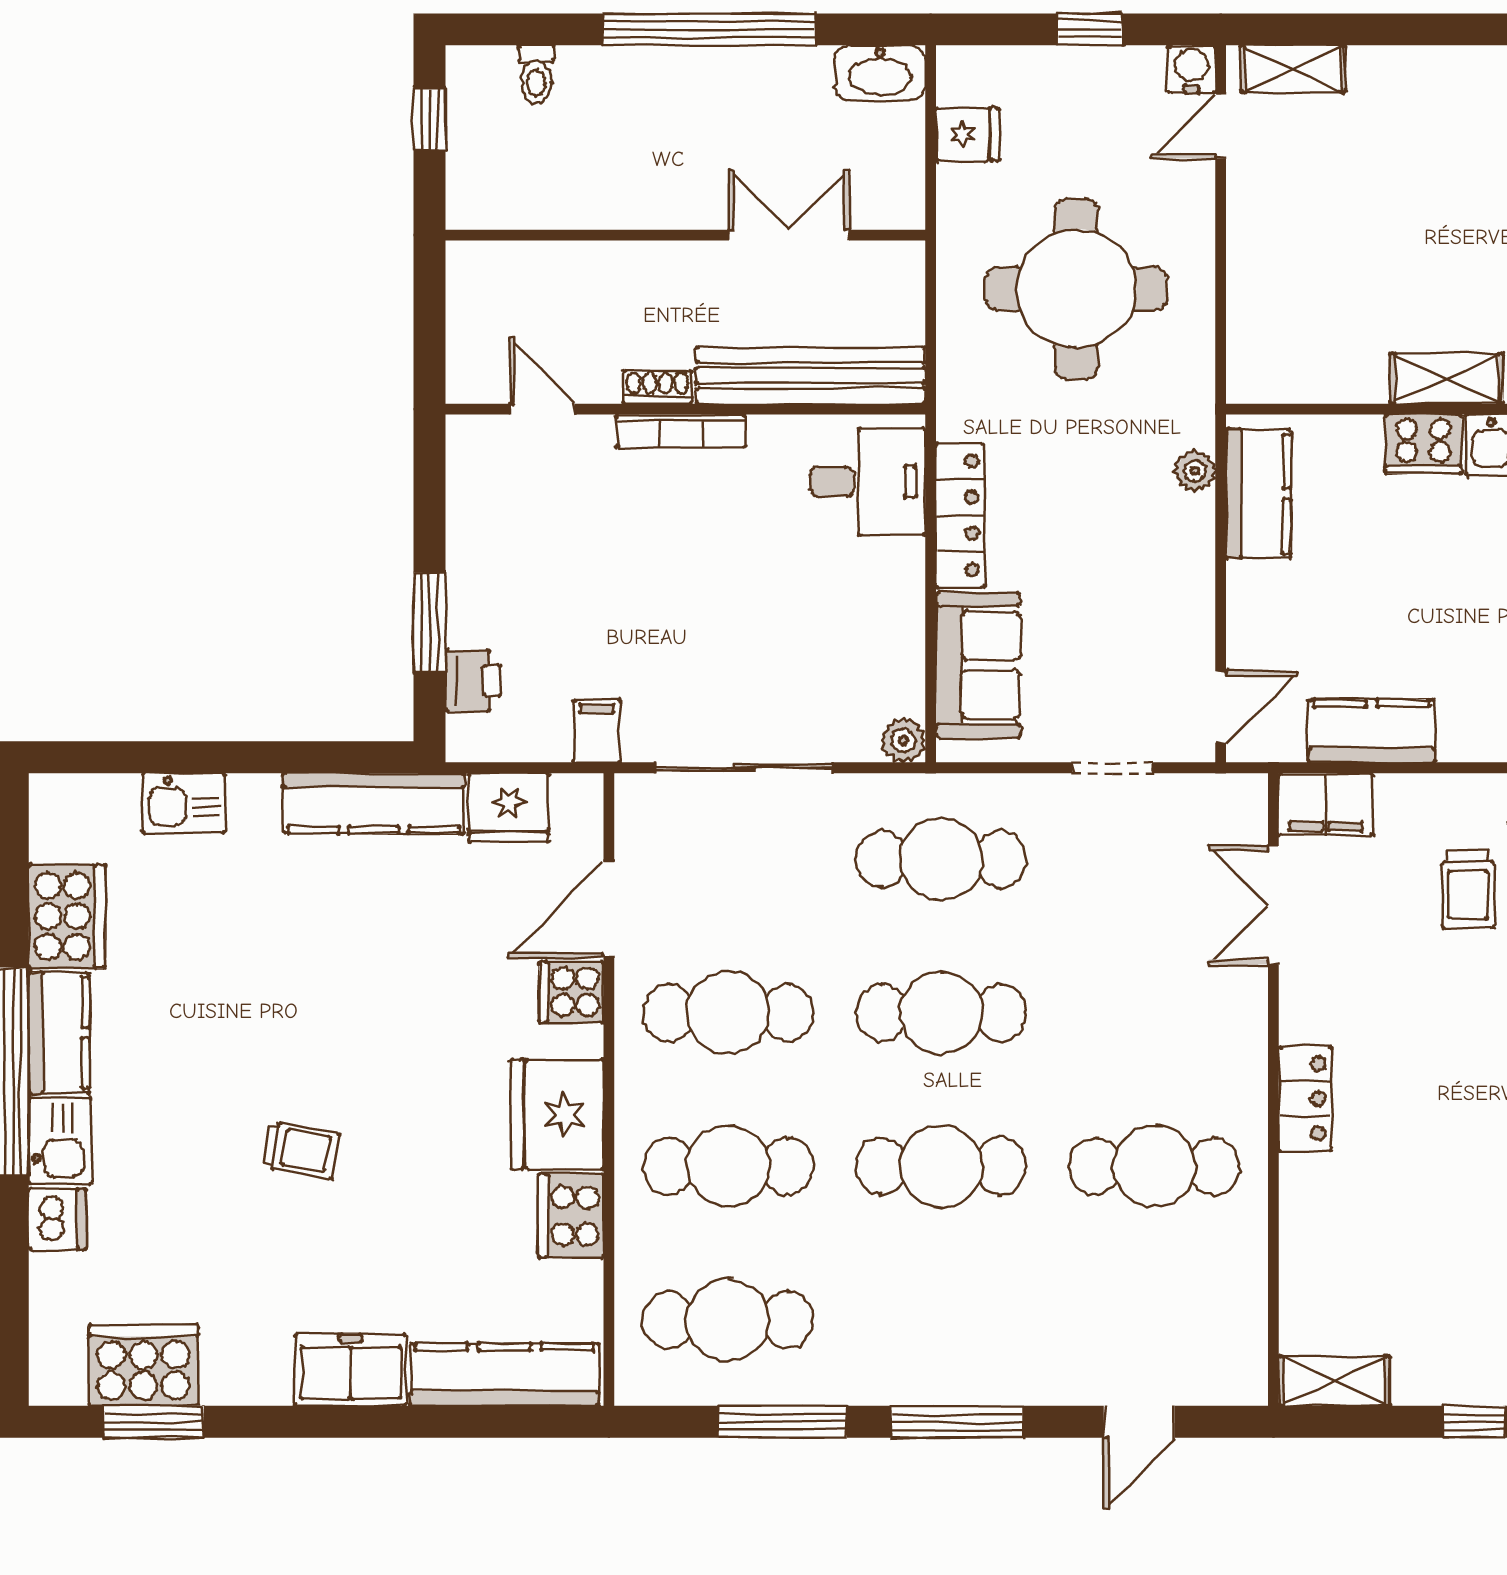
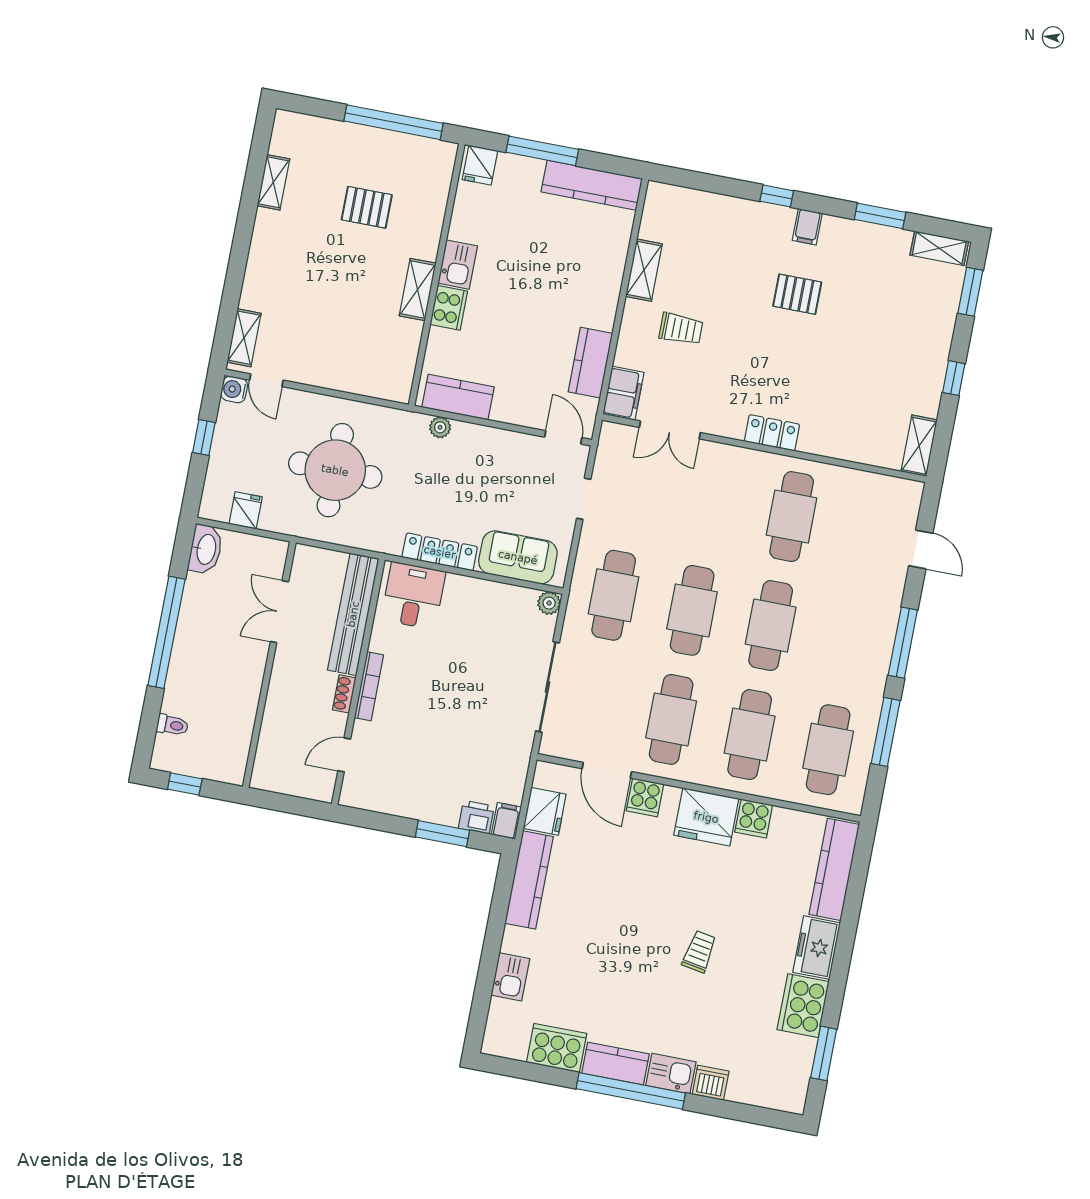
filing cabinet: (597, 731) -> (506, 821), moved, turned 90
cooker: (571, 1216) -> (754, 819), width x0.73
cooker: (143, 1366) -> (803, 1006), moved

